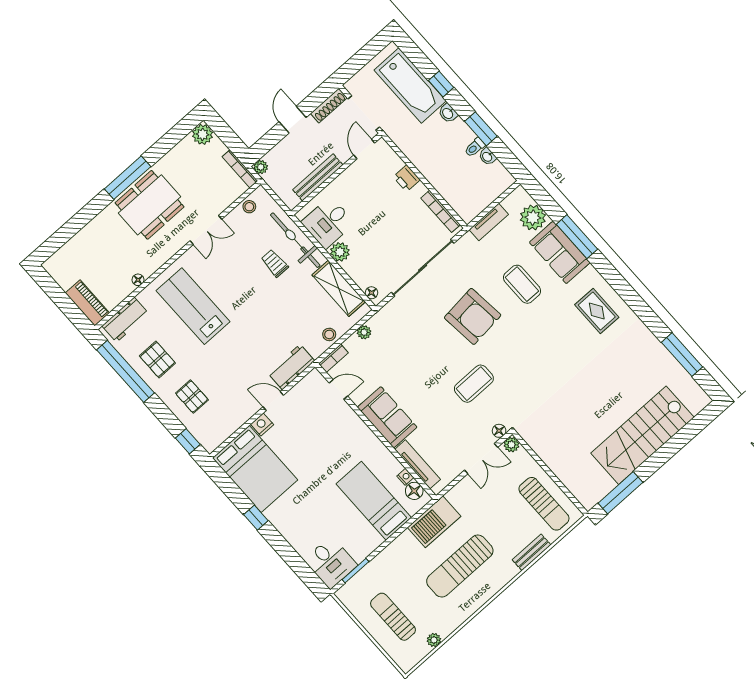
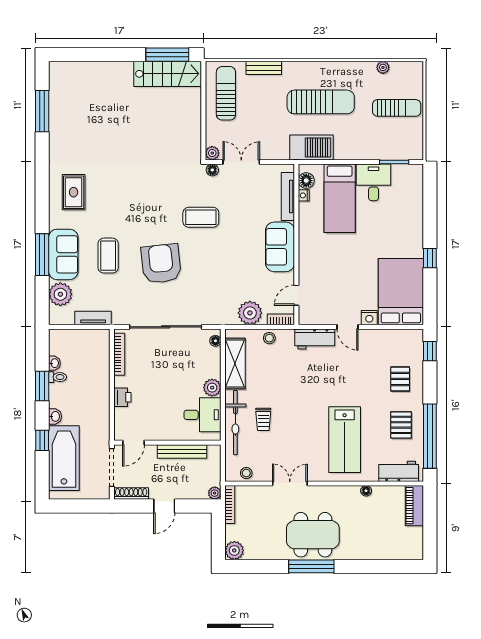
plant: (364, 332) -> (250, 313), width x1.88, depth x1.88
door: (338, 389) -> (296, 295), hinge flipped
stairs: (642, 435) -> (168, 74), moved, width x0.73, depth x0.66
desk: (331, 563) -> (374, 182), moved
sun lounger: (393, 617) -> (397, 108), turned -90

